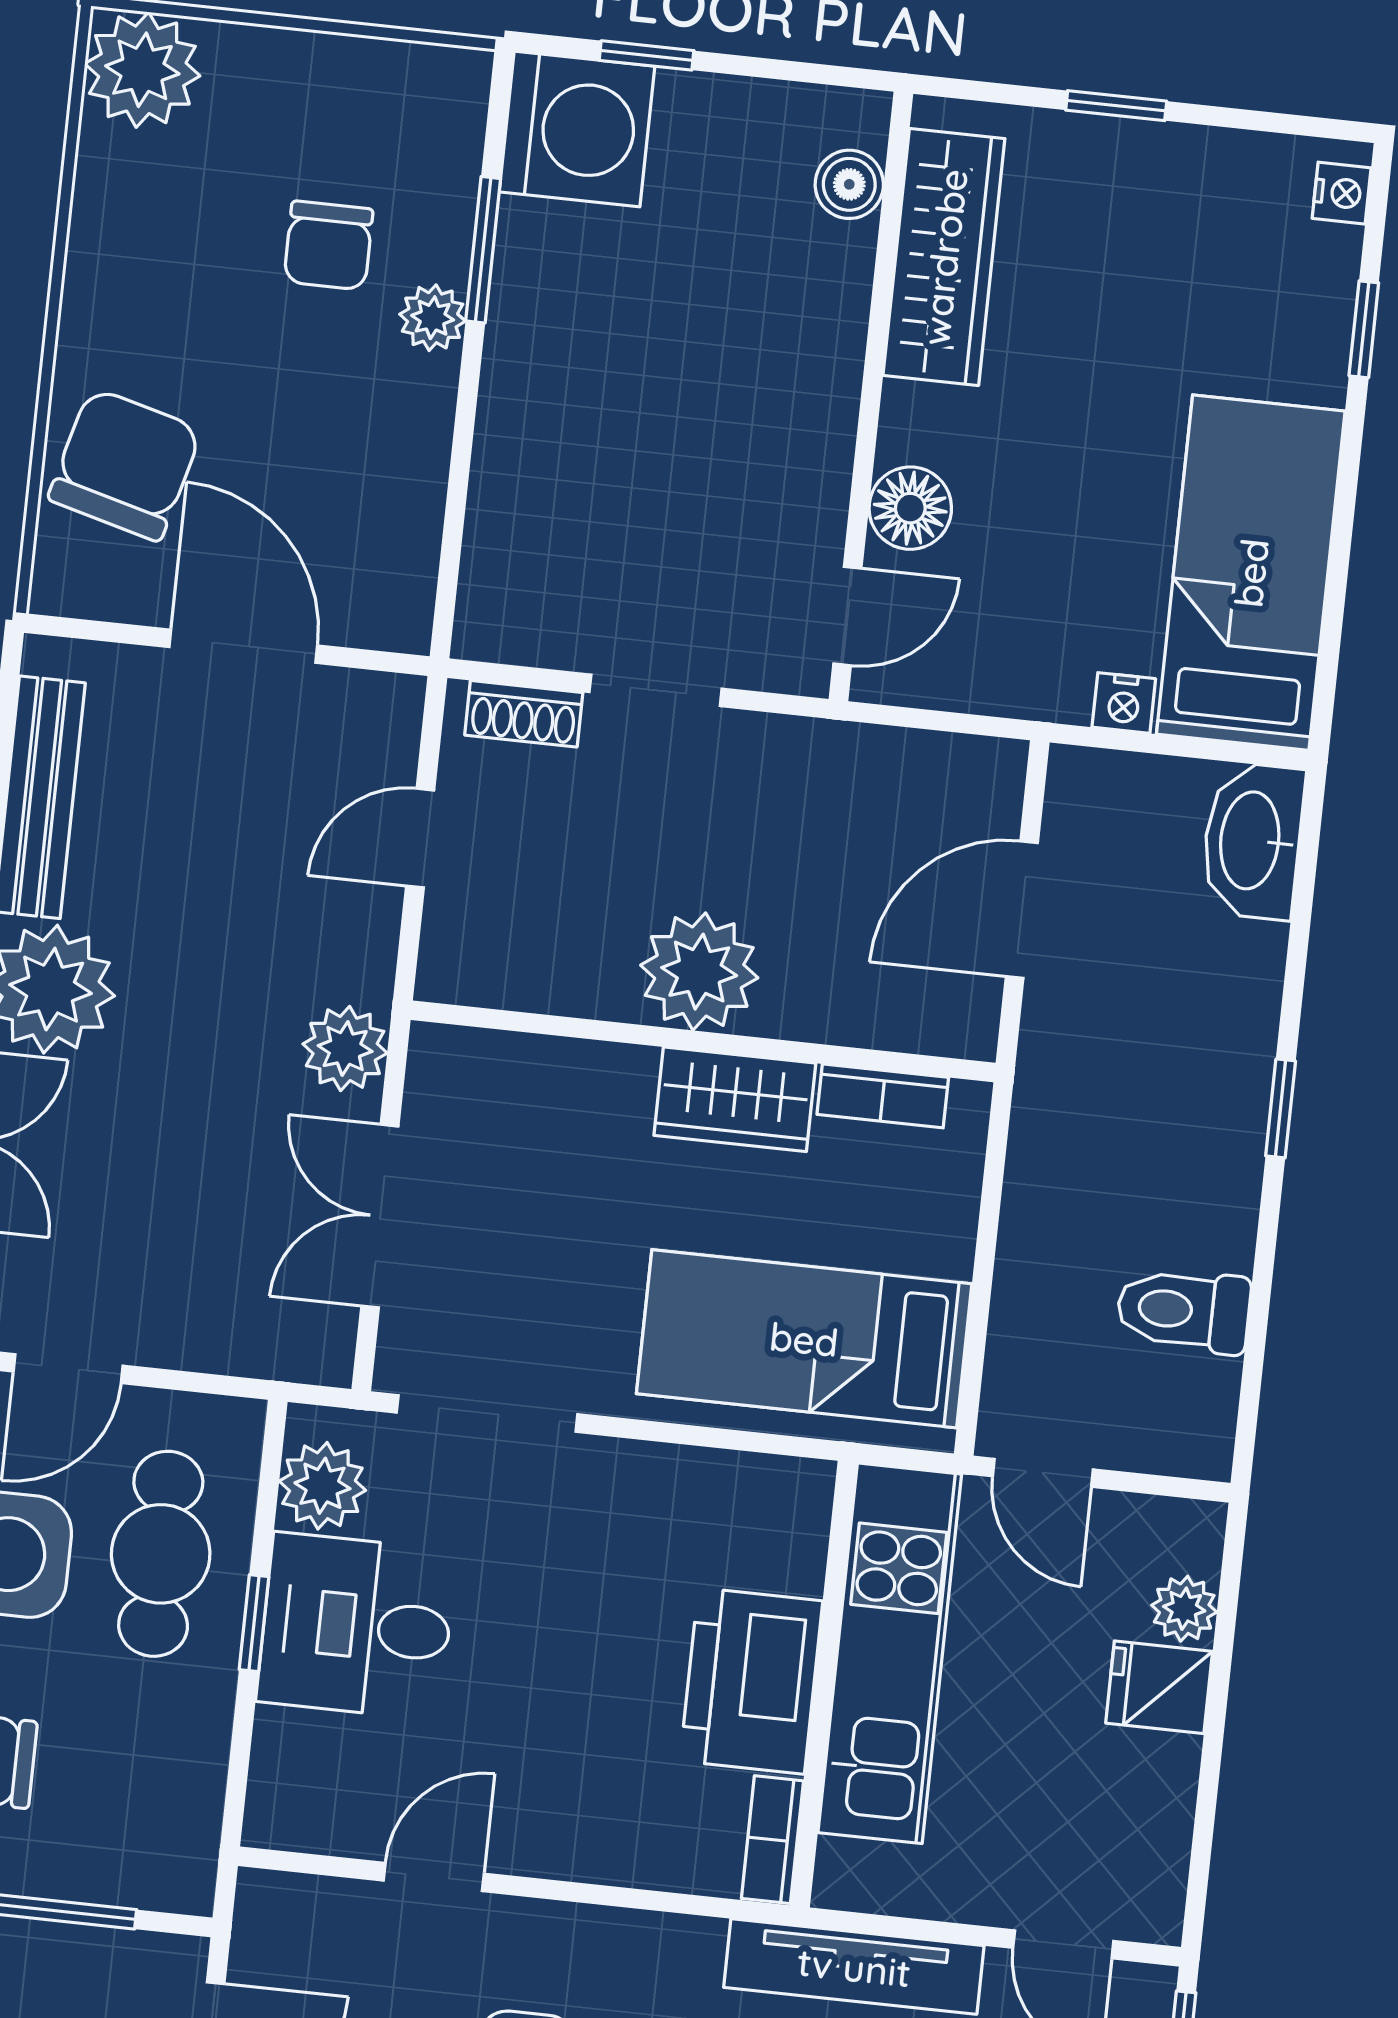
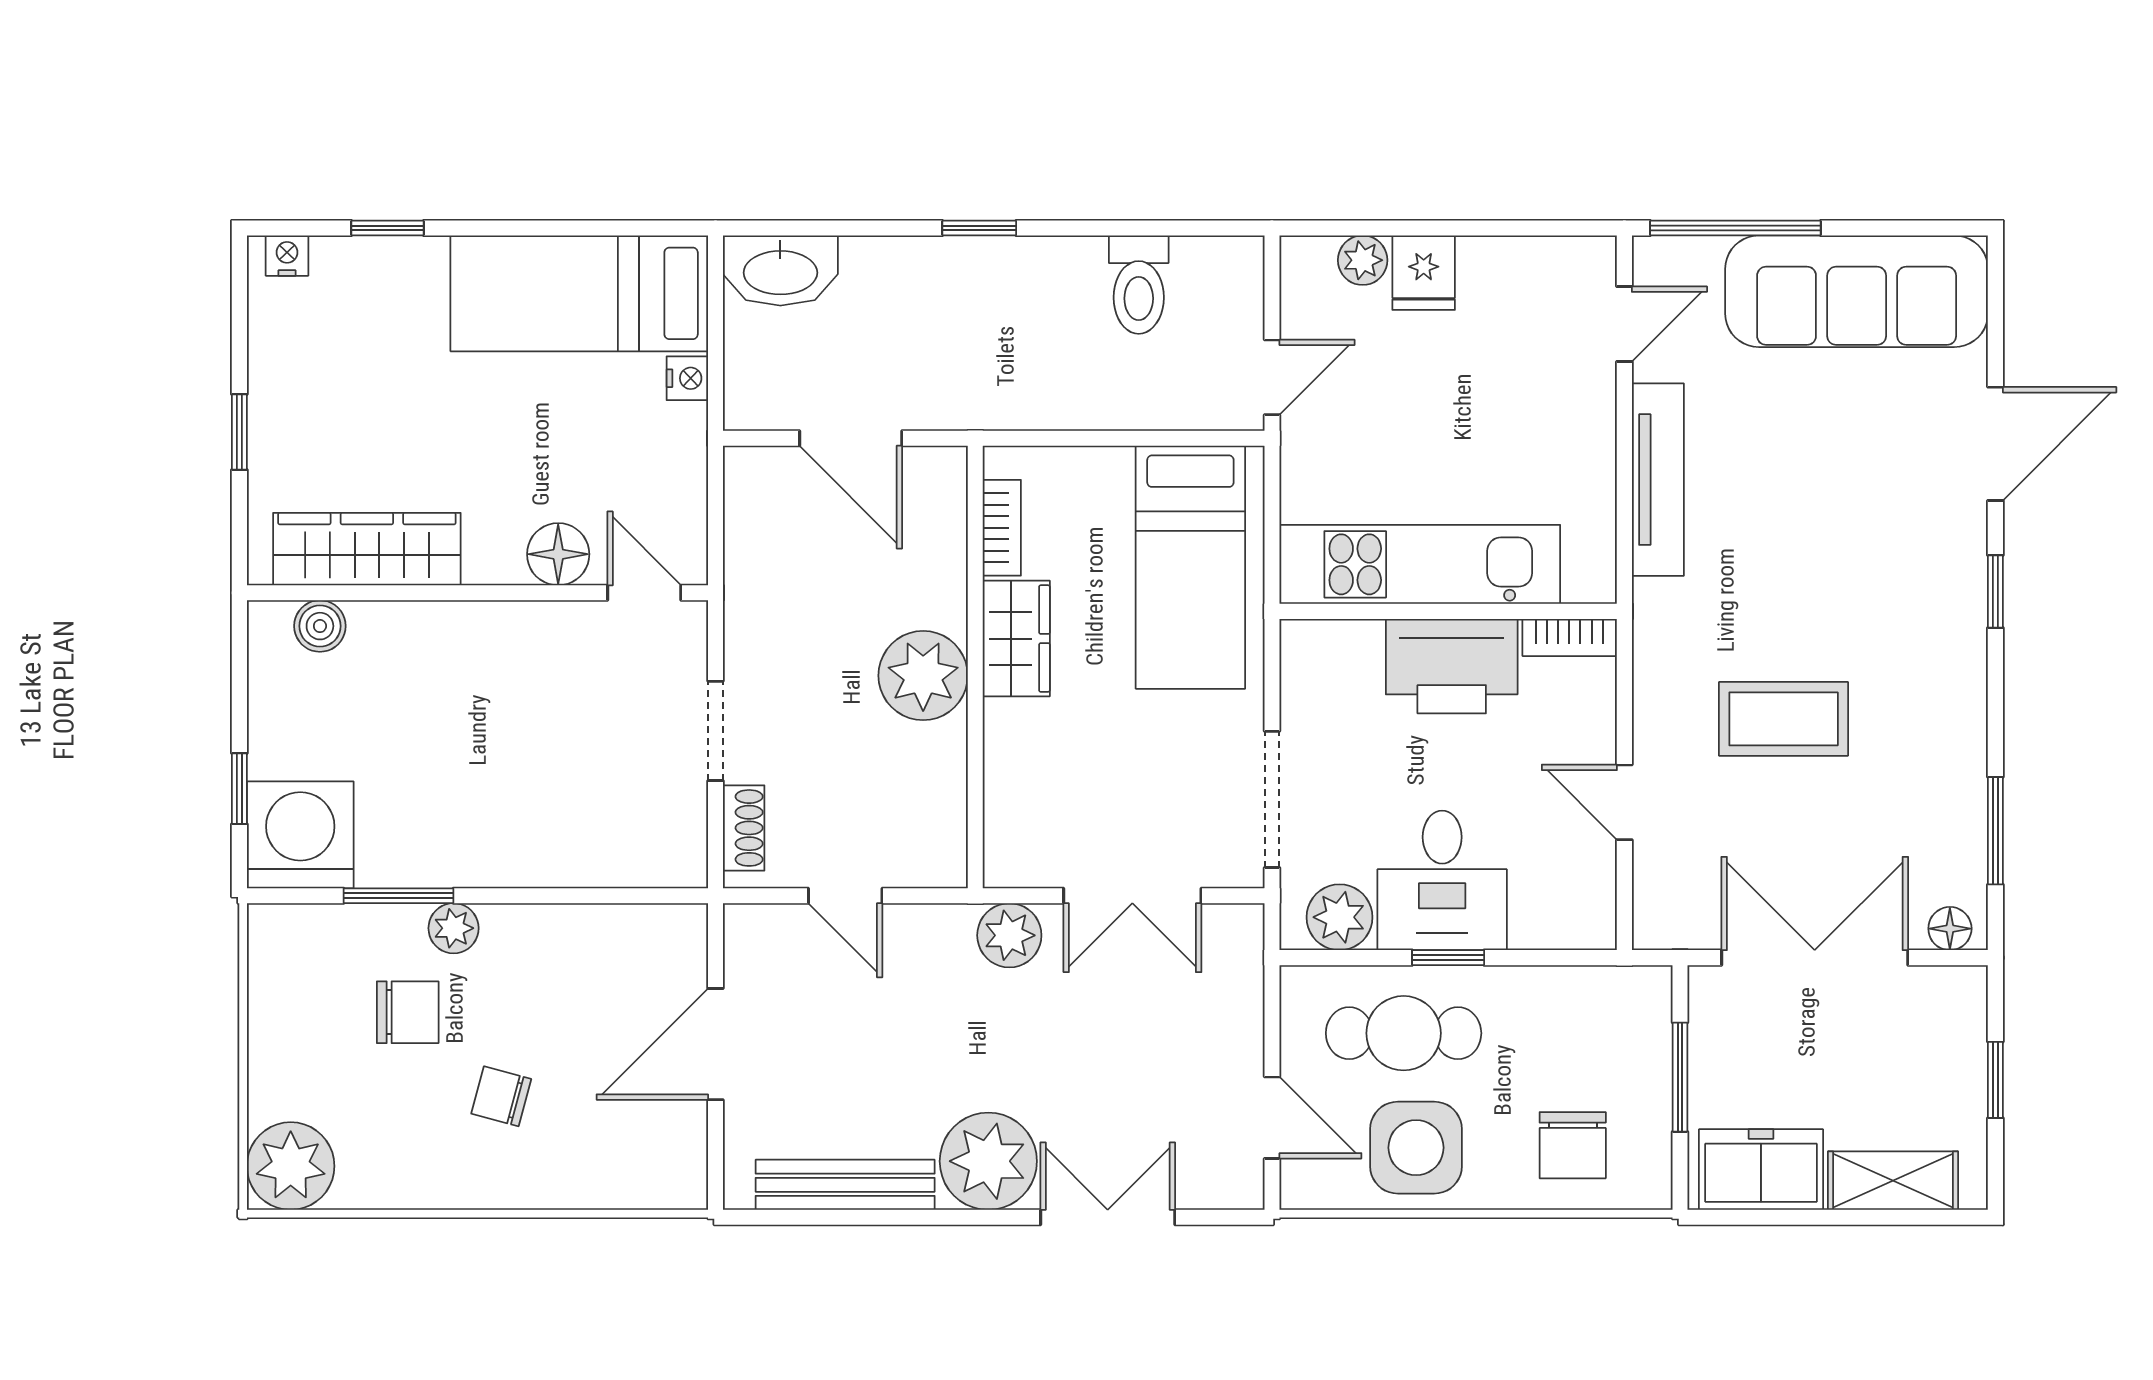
chair: (125, 464) -> (501, 1096), moved, width x0.54, depth x0.54
kitchen unit: (890, 1653) -> (1420, 564), moved
printer: (751, 1681) -> (1452, 666), moved
wall: (824, 1684) -> (1448, 611), moved
bookcase: (772, 1840) -> (1569, 637), moved

